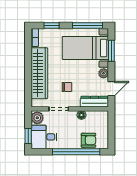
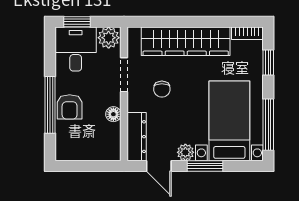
window: (111, 51) -> (205, 166), moved
armchair: (89, 140) -> (70, 107), moved
window: (76, 152) -> (50, 105), width x0.68

